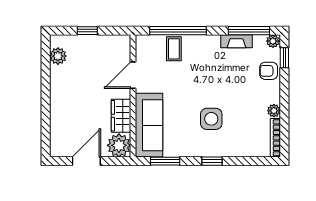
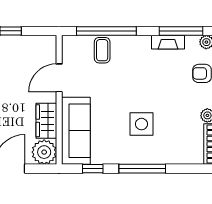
window: (165, 161) -> (93, 169), width x0.67
window: (212, 161) -> (142, 169), width x2.17

